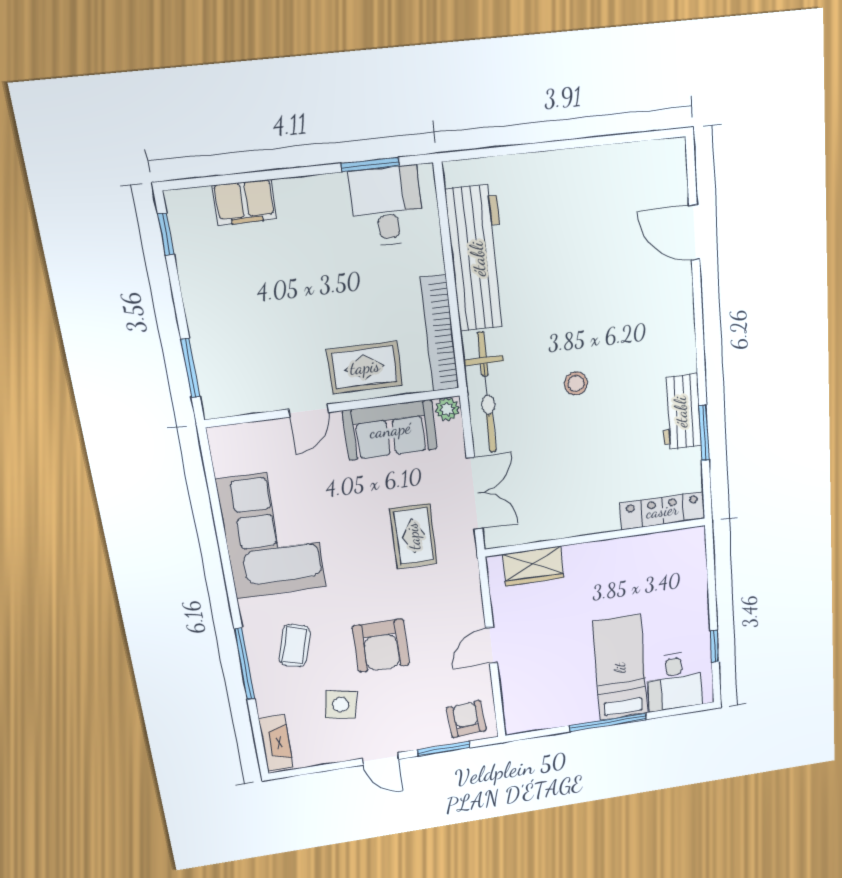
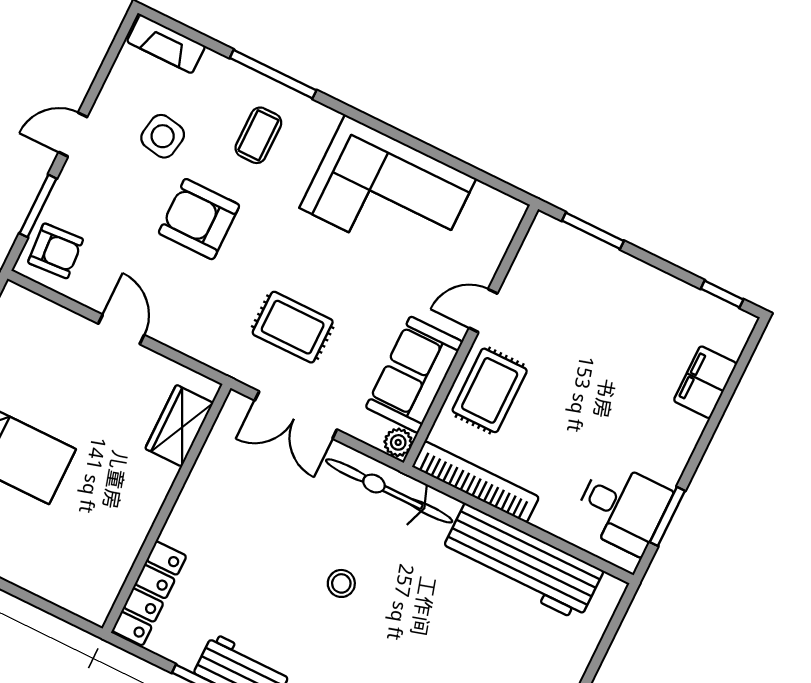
door: (309, 411) -> (483, 311), hinge flipped
coffee table: (295, 646) -> (258, 135), turned 74

